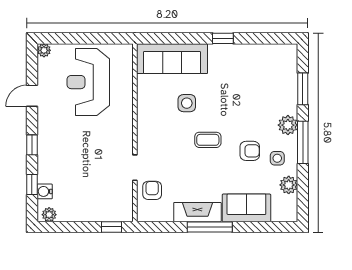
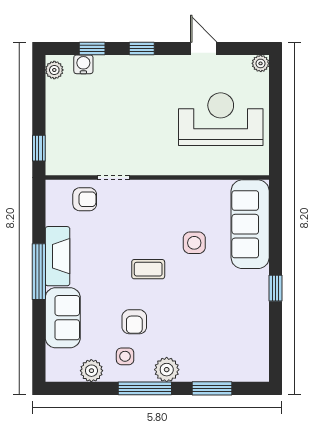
coffee table: (208, 140) -> (148, 269), turned 90

